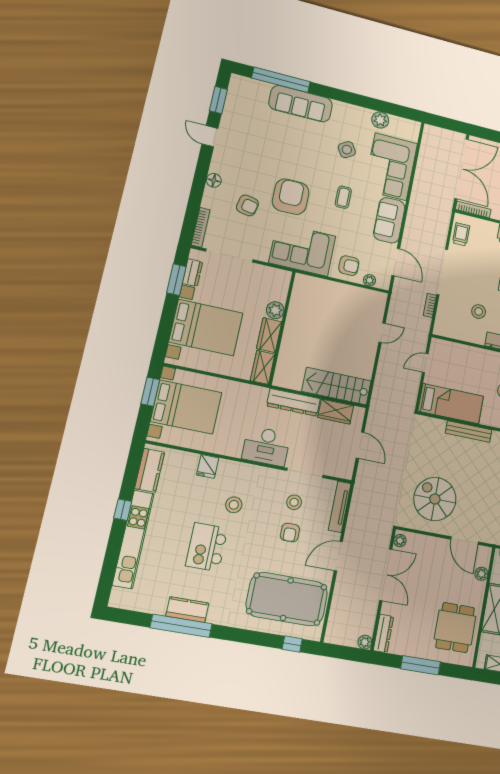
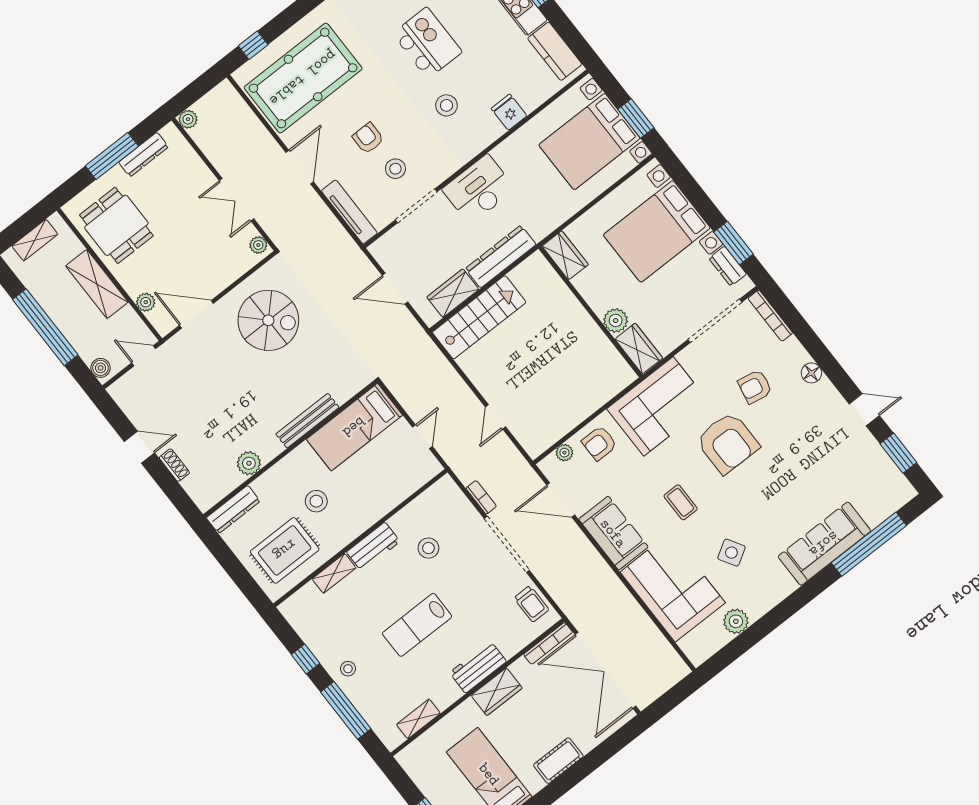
wardrobe: (269, 335) -> (639, 349), moved
double door: (386, 575) -> (237, 200), width x0.73
dresser: (383, 633) -> (144, 155), moved, turned -90

